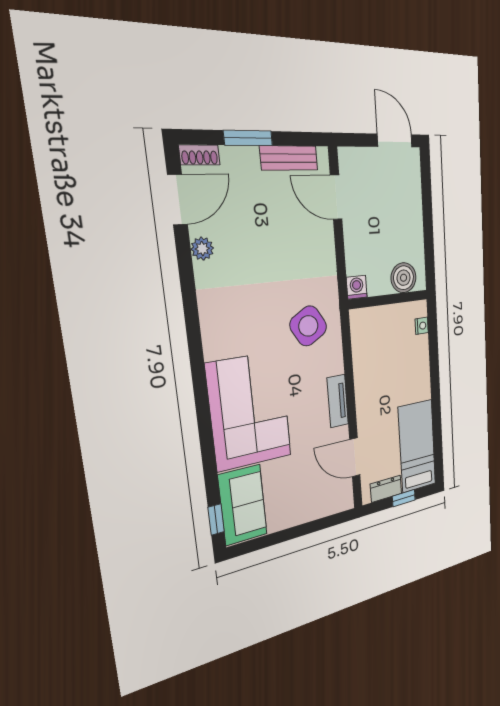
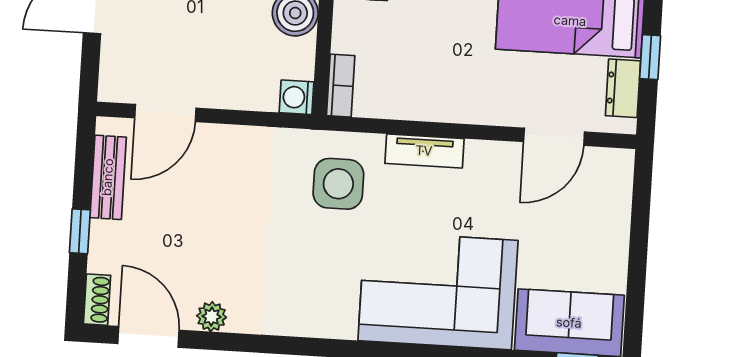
window: (248, 138) -> (80, 231), width x0.67
bookcase: (367, 315) -> (341, 86), added
side table: (308, 326) -> (338, 184), turned 31
tv unit: (338, 401) -> (424, 151), moved

